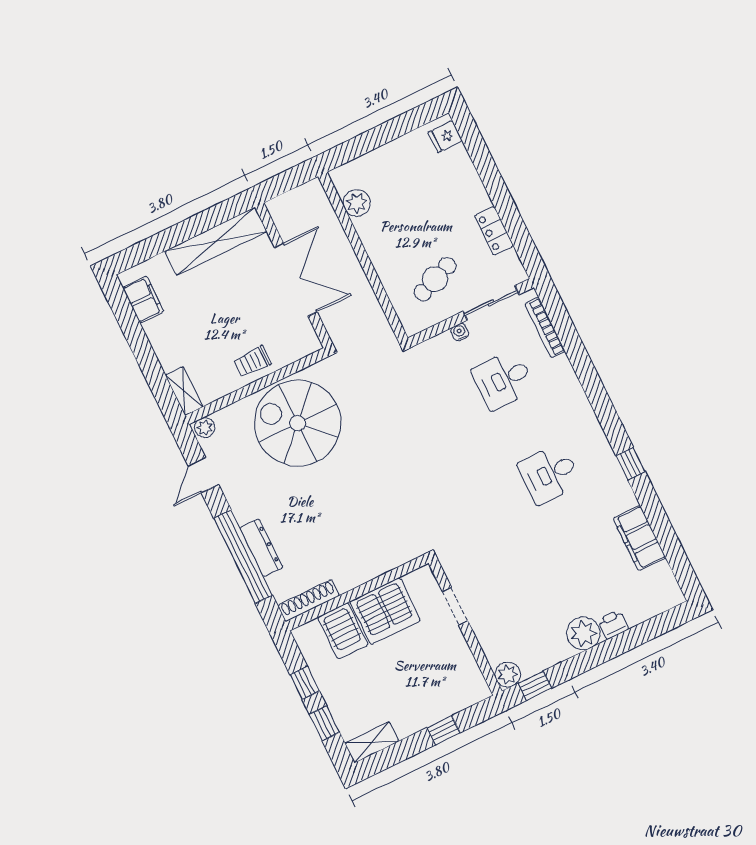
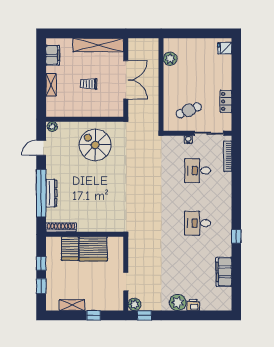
trolley: (253, 361) -> (89, 84), moved
shelving: (184, 391) -> (51, 85), moved
spiral stairs: (298, 423) -> (95, 145), width x0.73, depth x0.73
doorway: (455, 606) -> (126, 282), moved
shelving: (372, 742) -> (72, 305), moved

